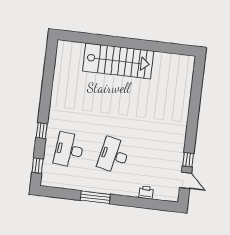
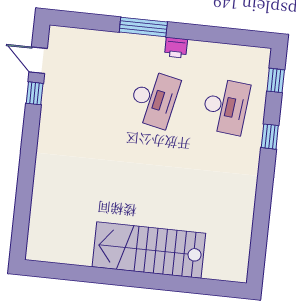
printer: (146, 192) -> (176, 48), moved
window: (95, 197) -> (143, 27), moved

